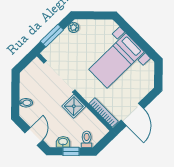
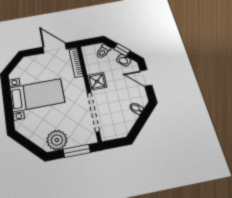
plant: (74, 27) -> (57, 140), width x1.87, depth x1.87
door: (132, 114) -> (55, 48), hinge flipped
door: (34, 137) -> (146, 78), hinge flipped

